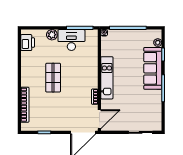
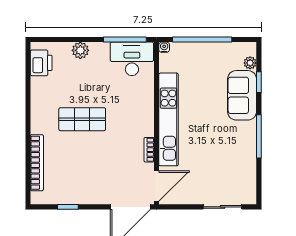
desk: (71, 40) -> (132, 59), moved
sofa: (153, 68) -> (242, 95), width x0.73
shop shelf: (53, 78) -> (82, 119), turned 90
kitchen unit: (107, 78) -> (168, 119), width x1.36

